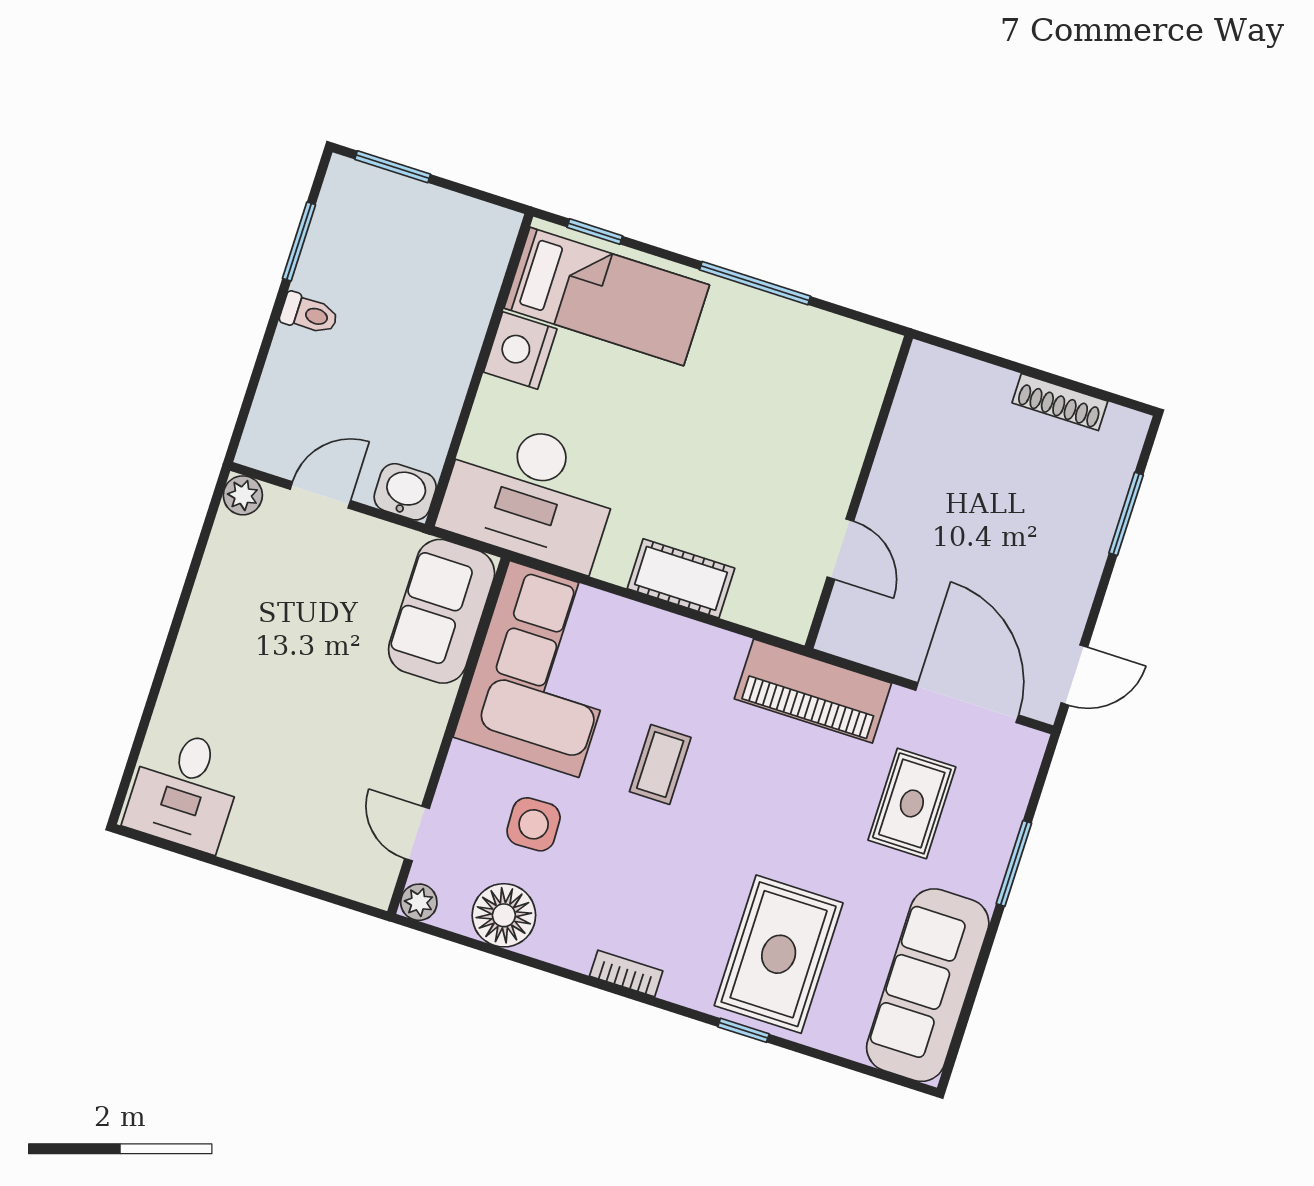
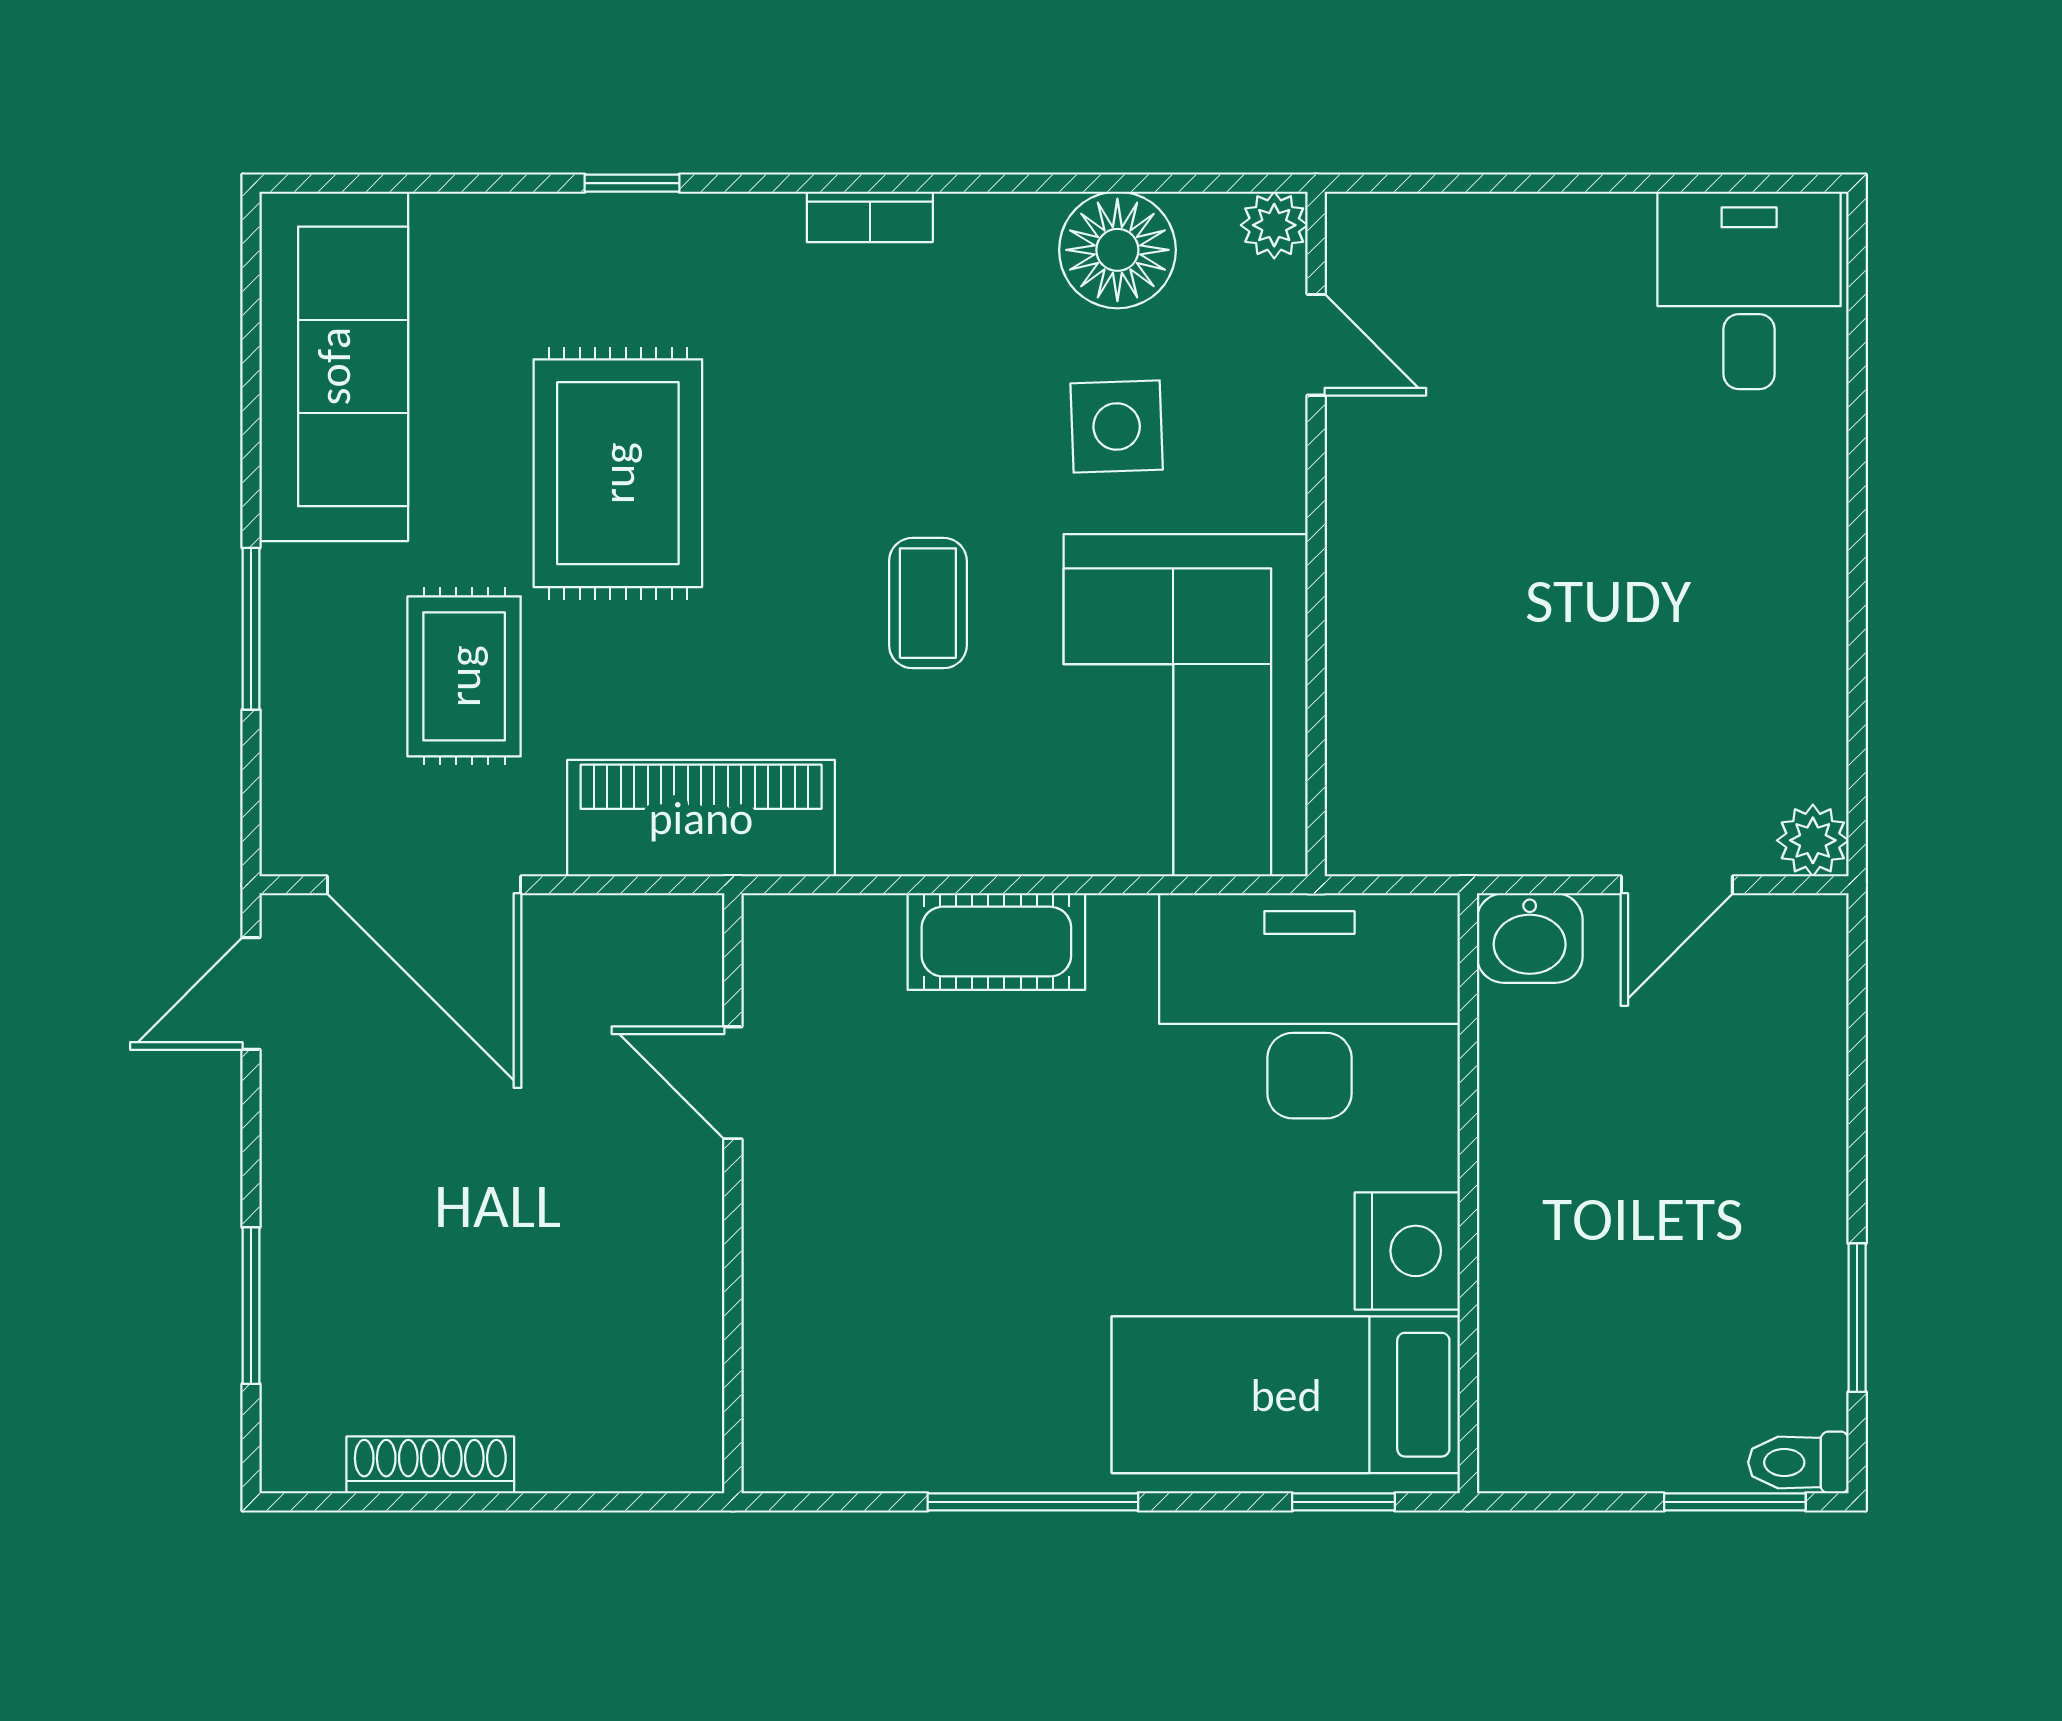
toilet: (309, 314) -> (1798, 1462), moved
sofa: (442, 611) -> (1398, 749), removed
rug: (779, 954) -> (618, 473), moved

